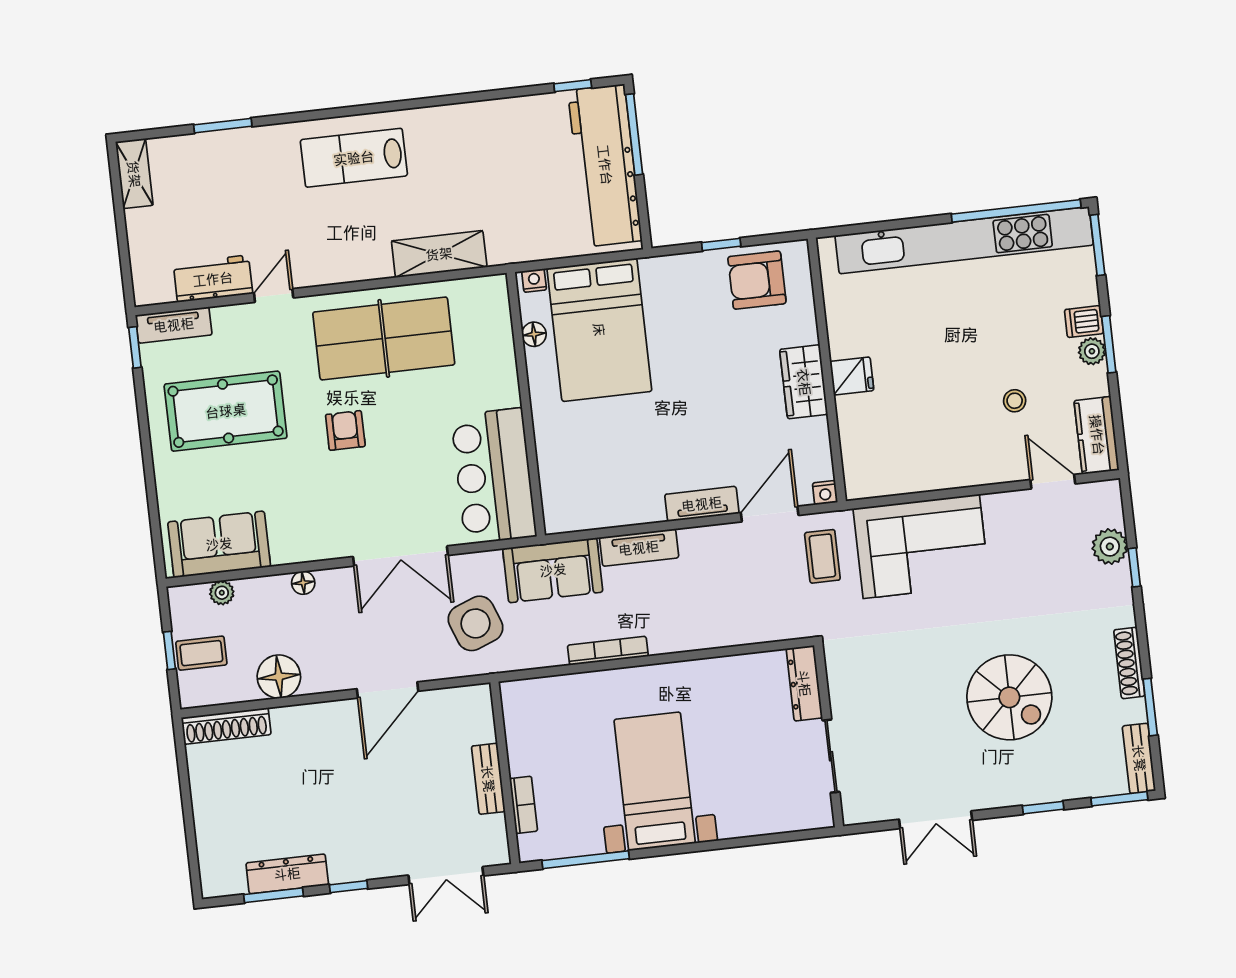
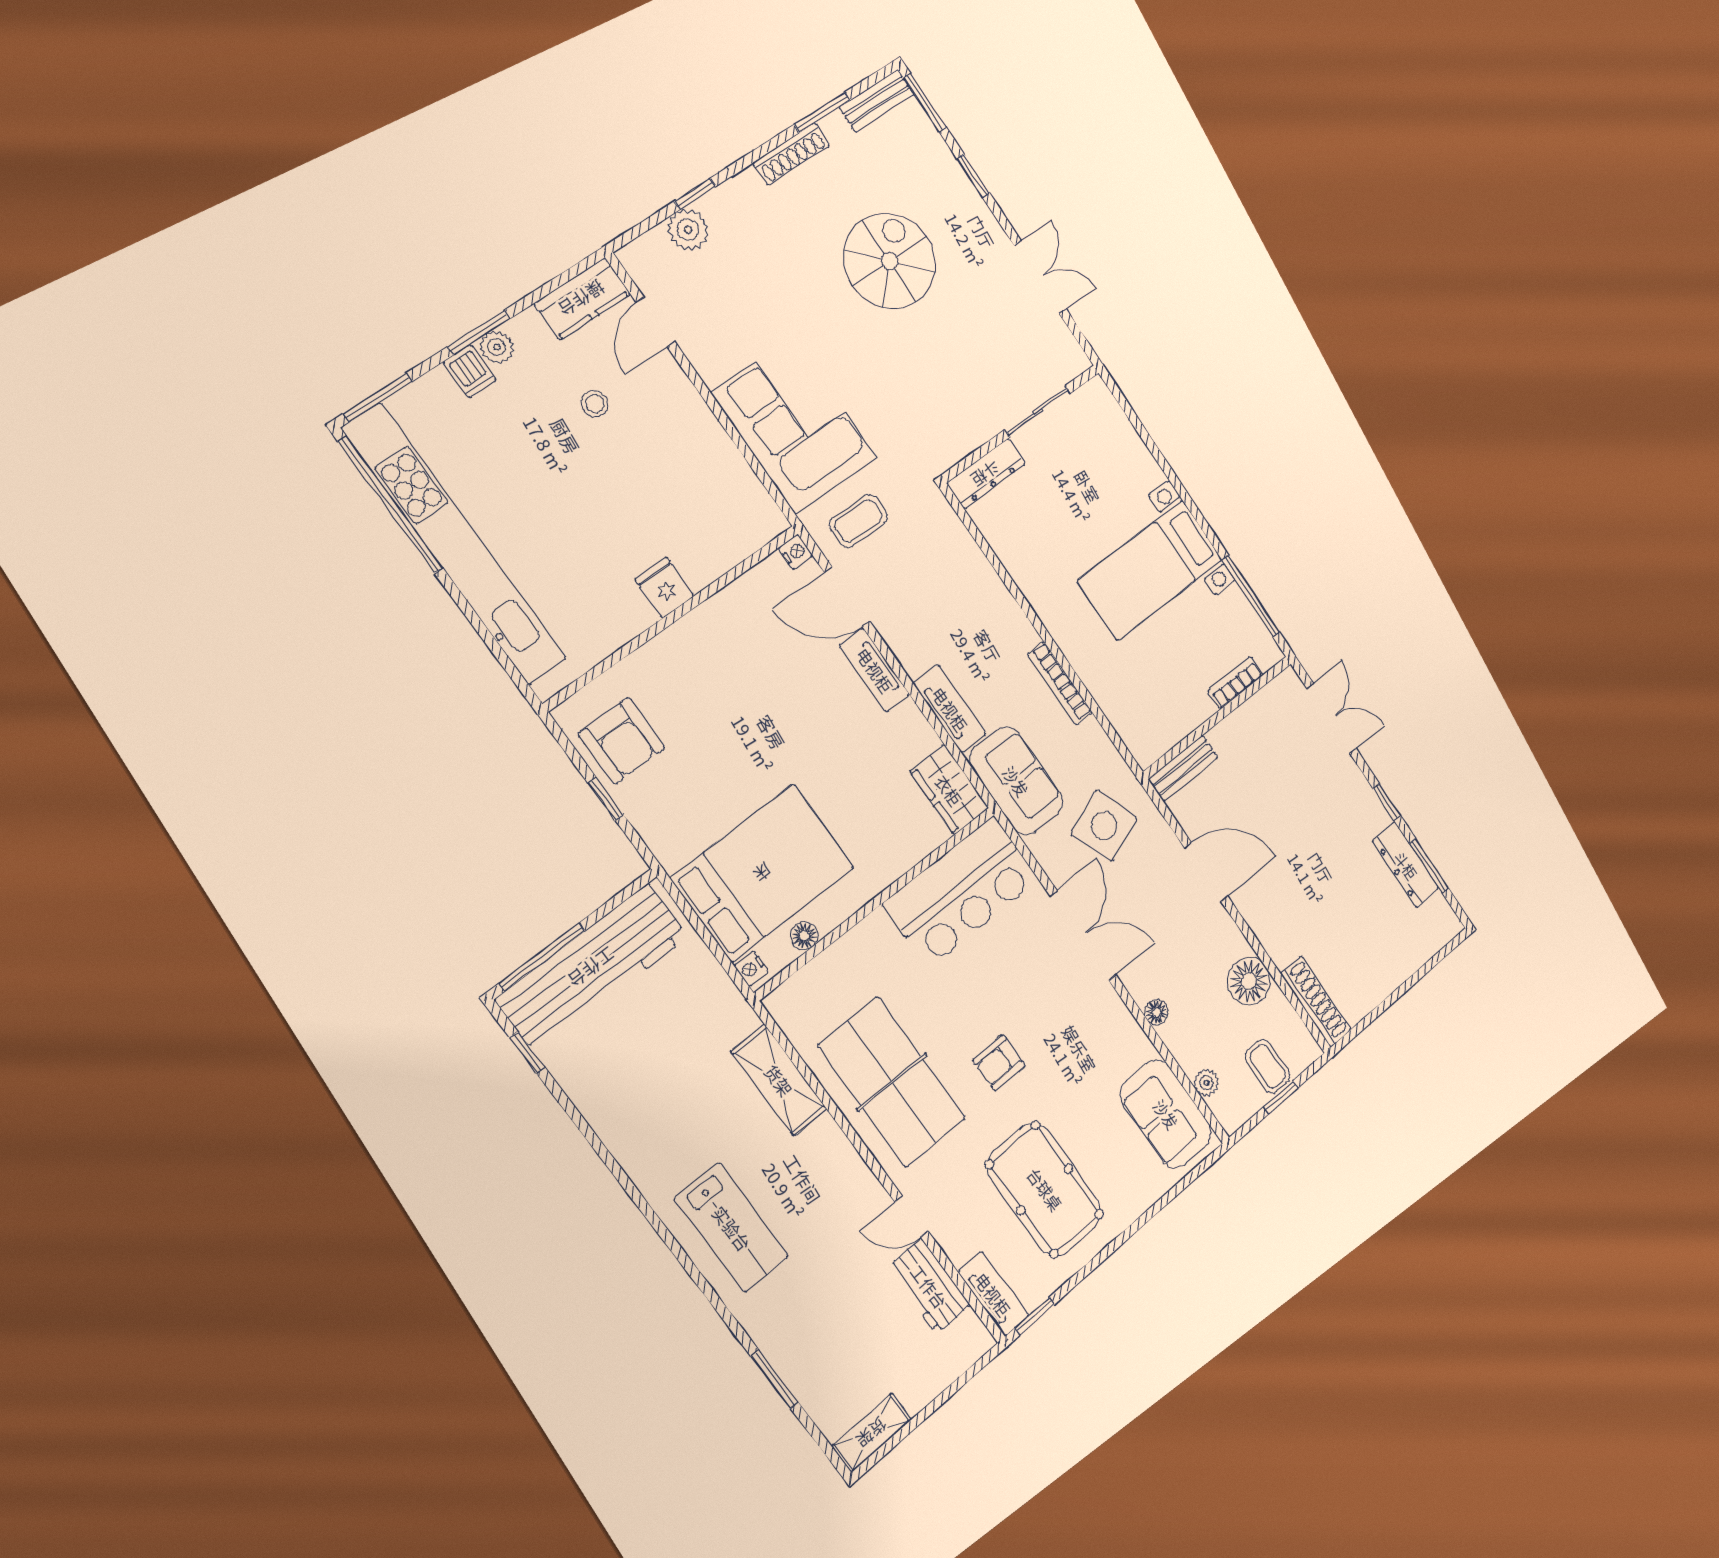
wardrobe: (804, 382) -> (949, 790), moved, turned 90
bench: (488, 779) -> (1183, 768), moved

